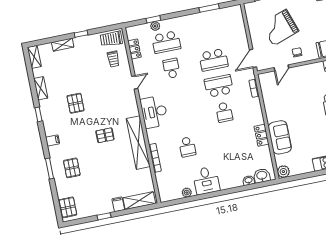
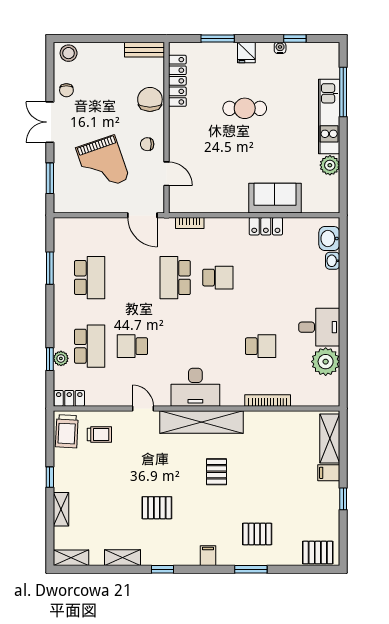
locker: (134, 49) -> (69, 398), moved
school desk: (214, 60) -> (90, 278), moved
shelving: (138, 143) -> (202, 422), moved
plant: (283, 172) -> (330, 165), moved
plant: (187, 193) -> (326, 362), width x1.88, depth x1.88

